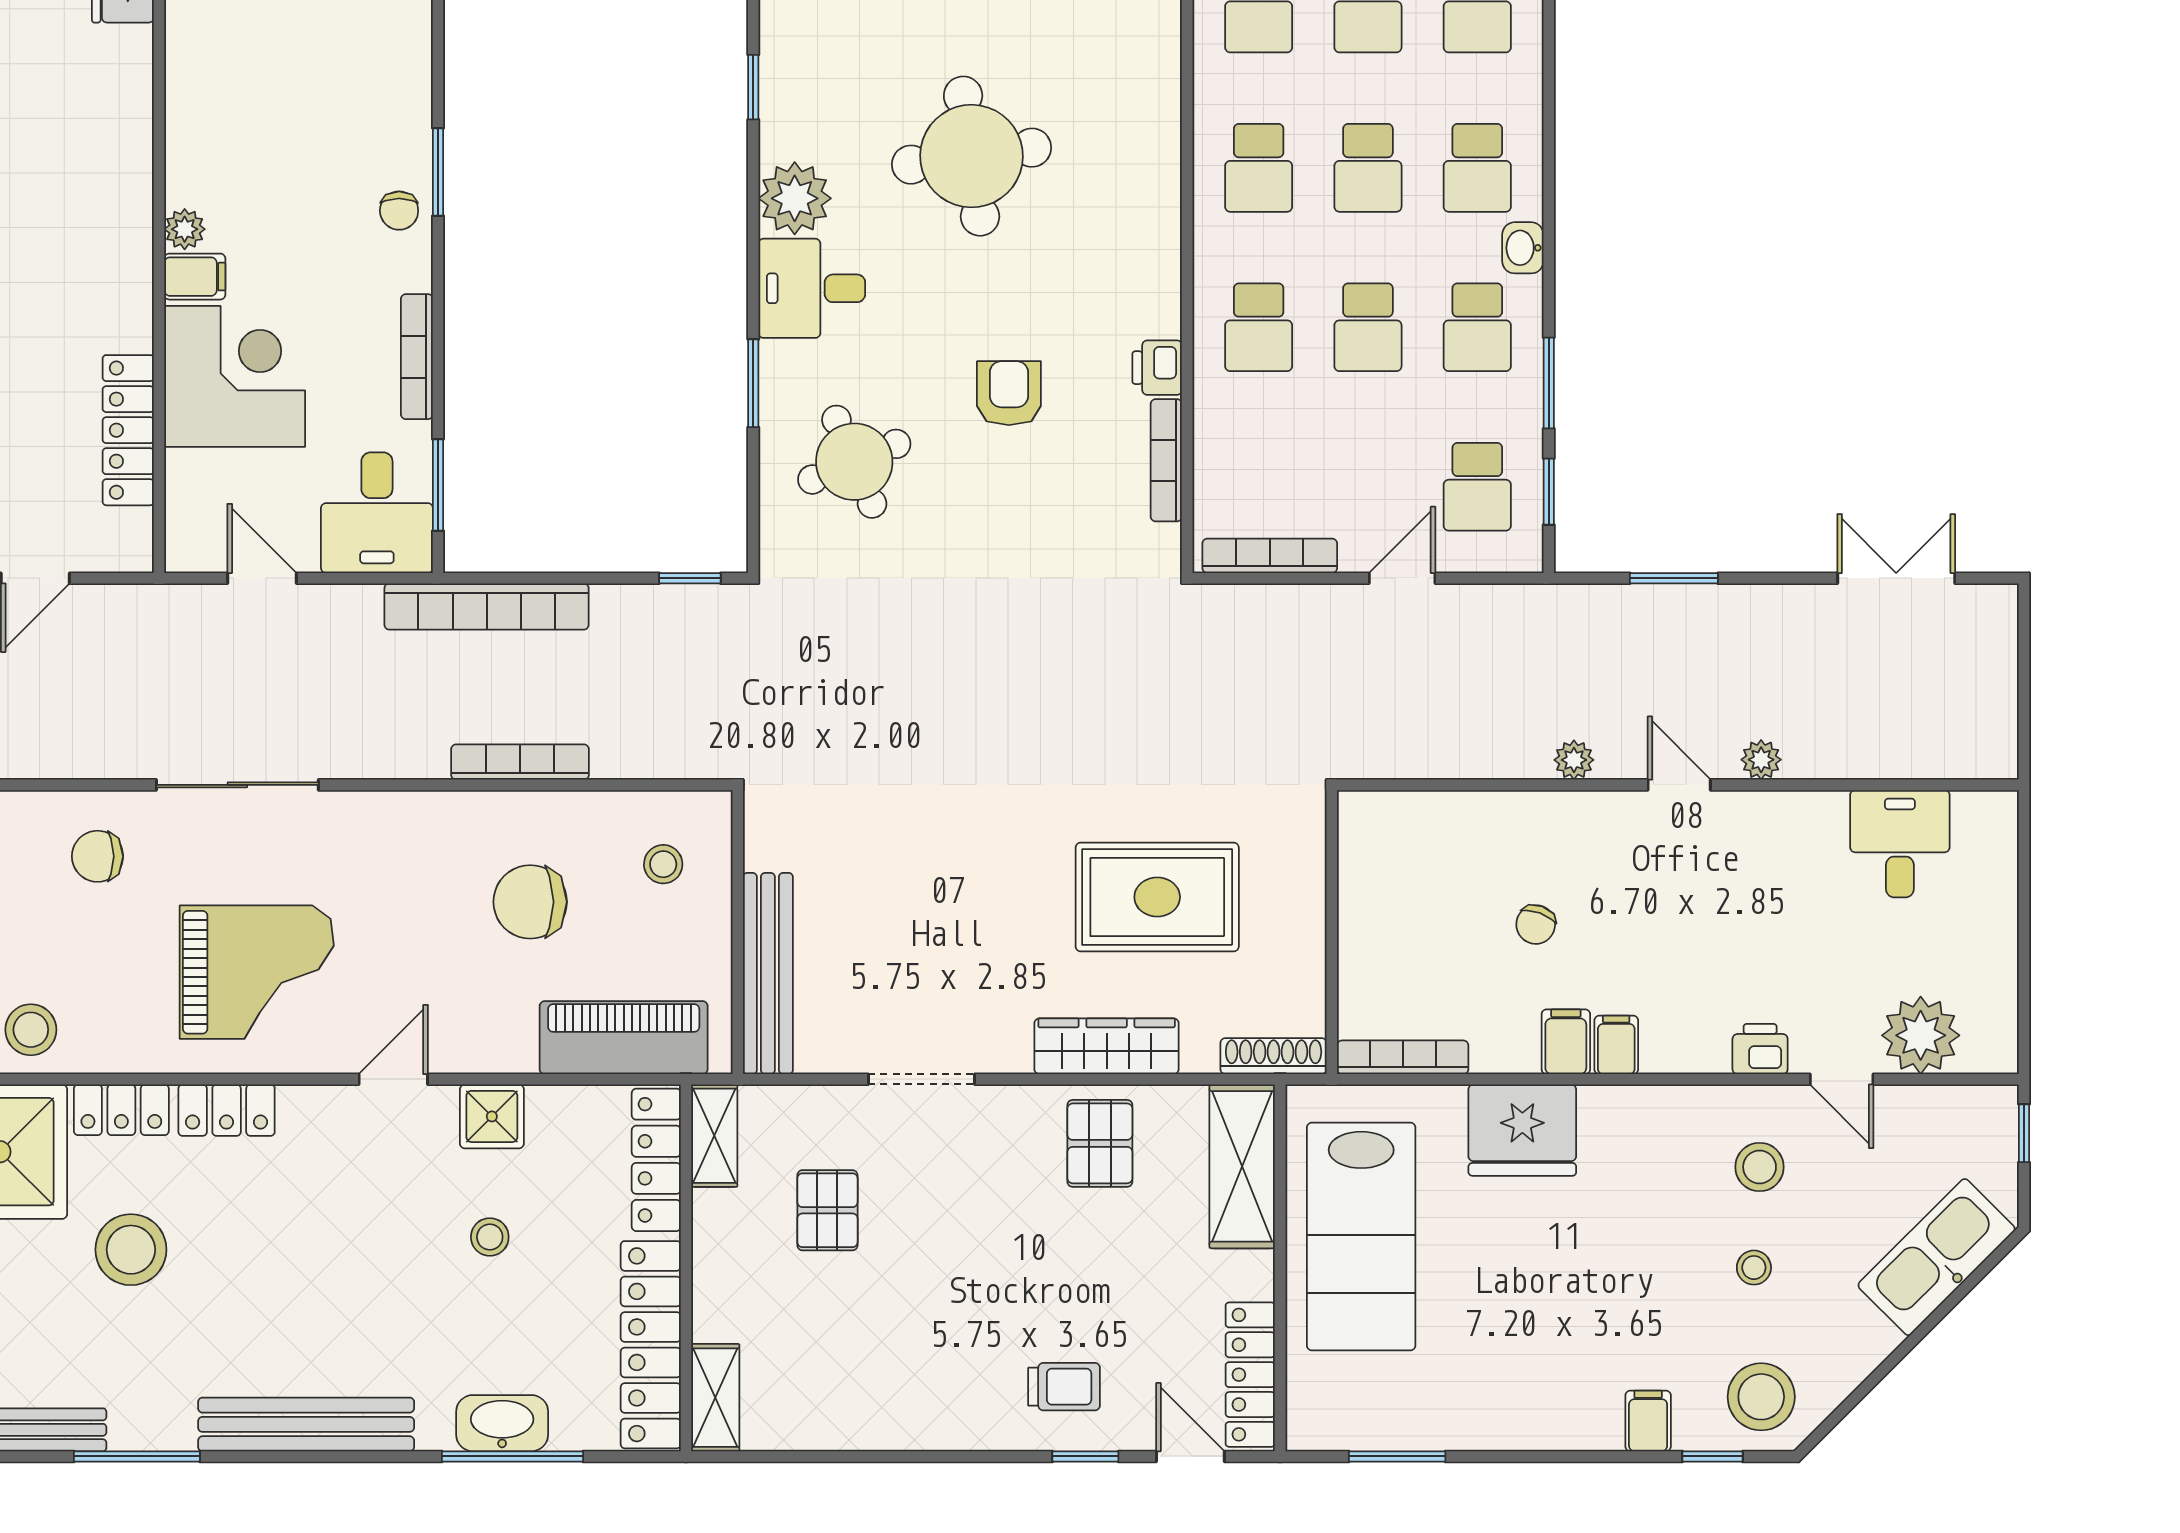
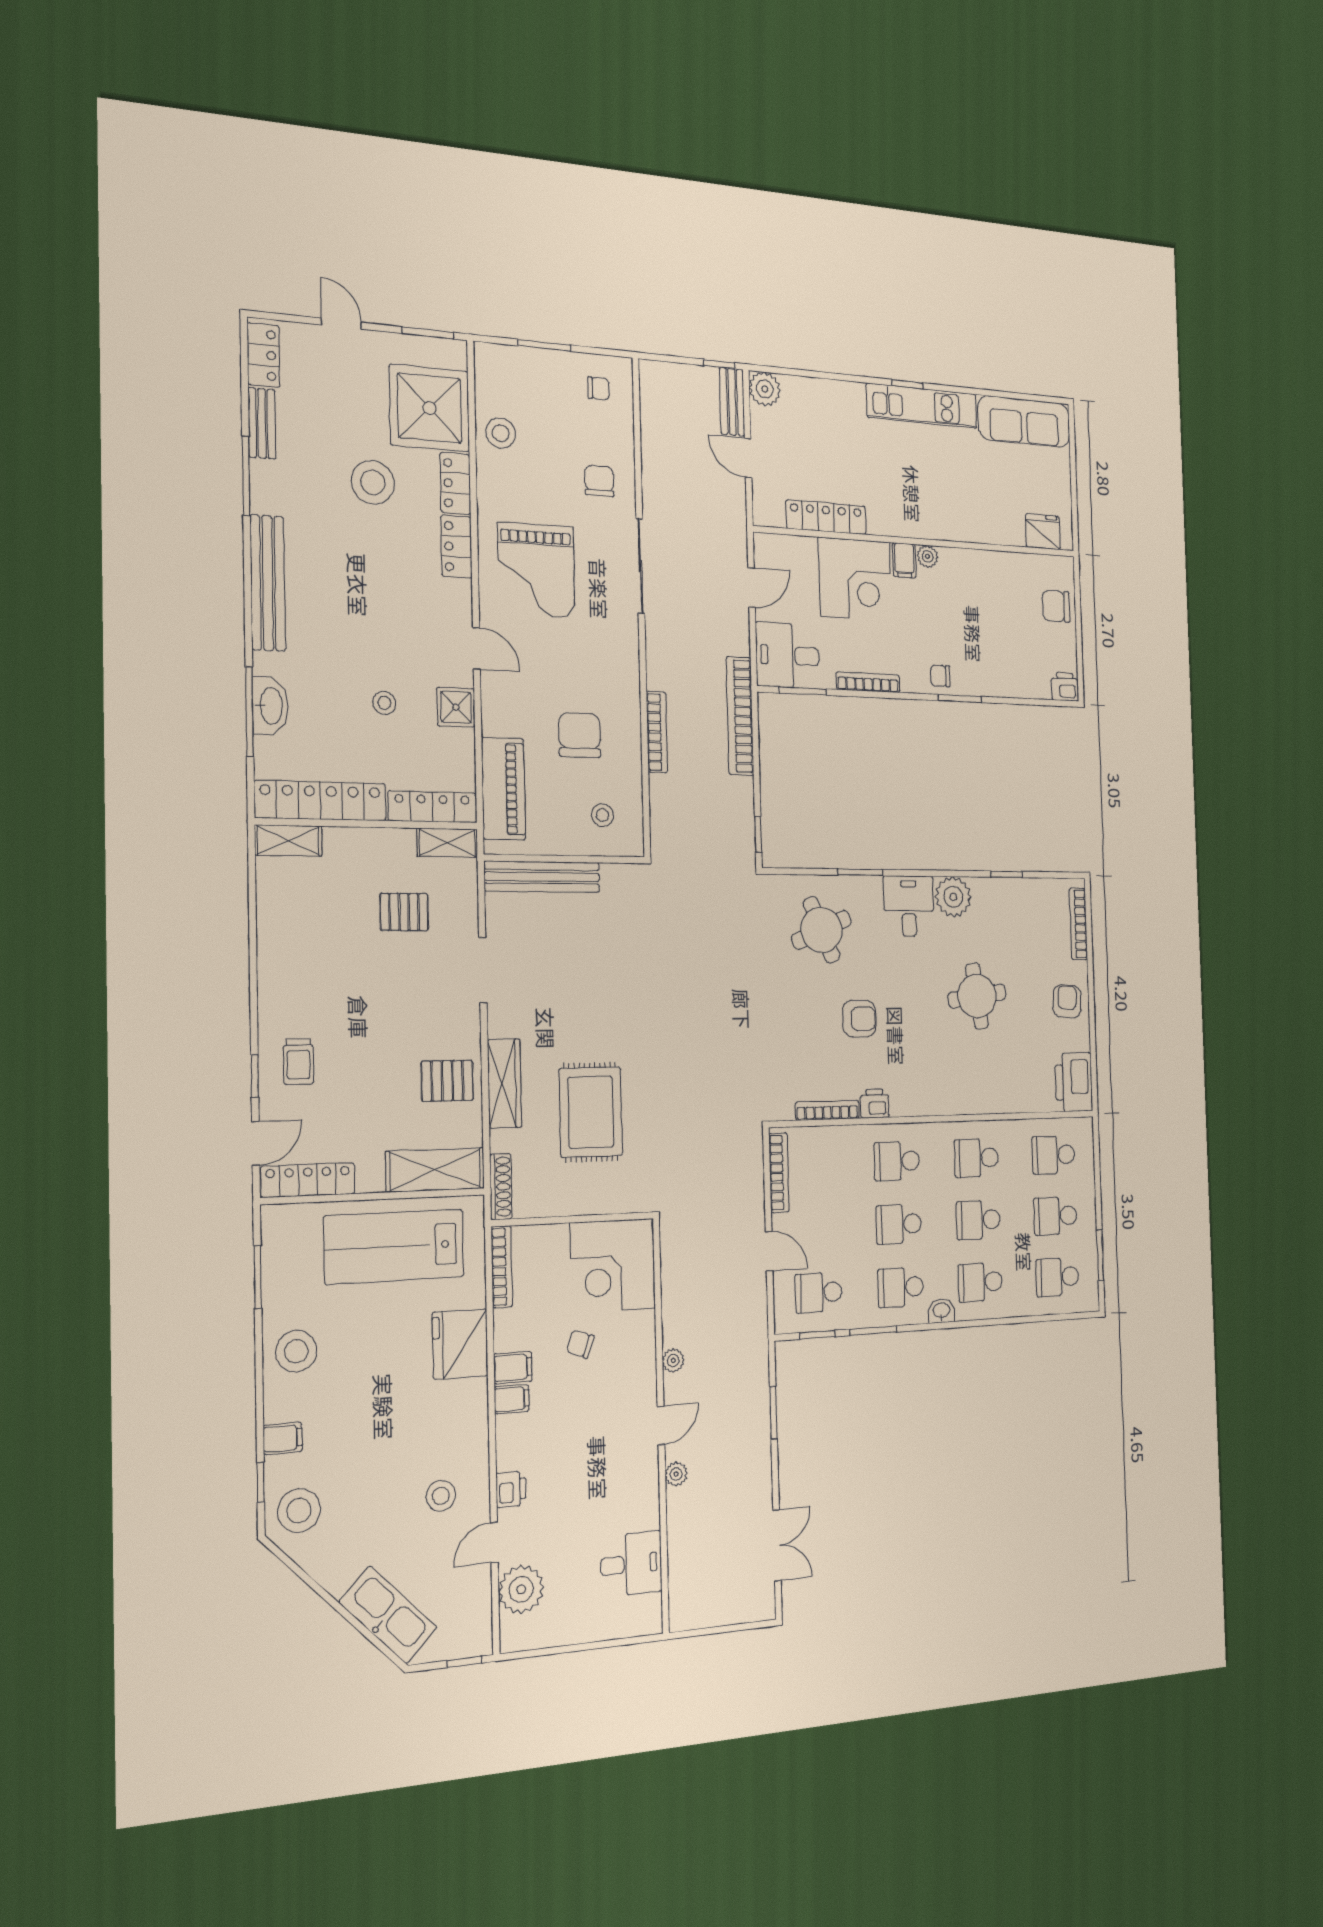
round table: (972, 156) -> (977, 996), width x0.73, depth x0.73
corner desk: (1411, 864) -> (613, 1266), added
stool: (1754, 1268) -> (296, 1351), moved, width x1.89, depth x1.89

